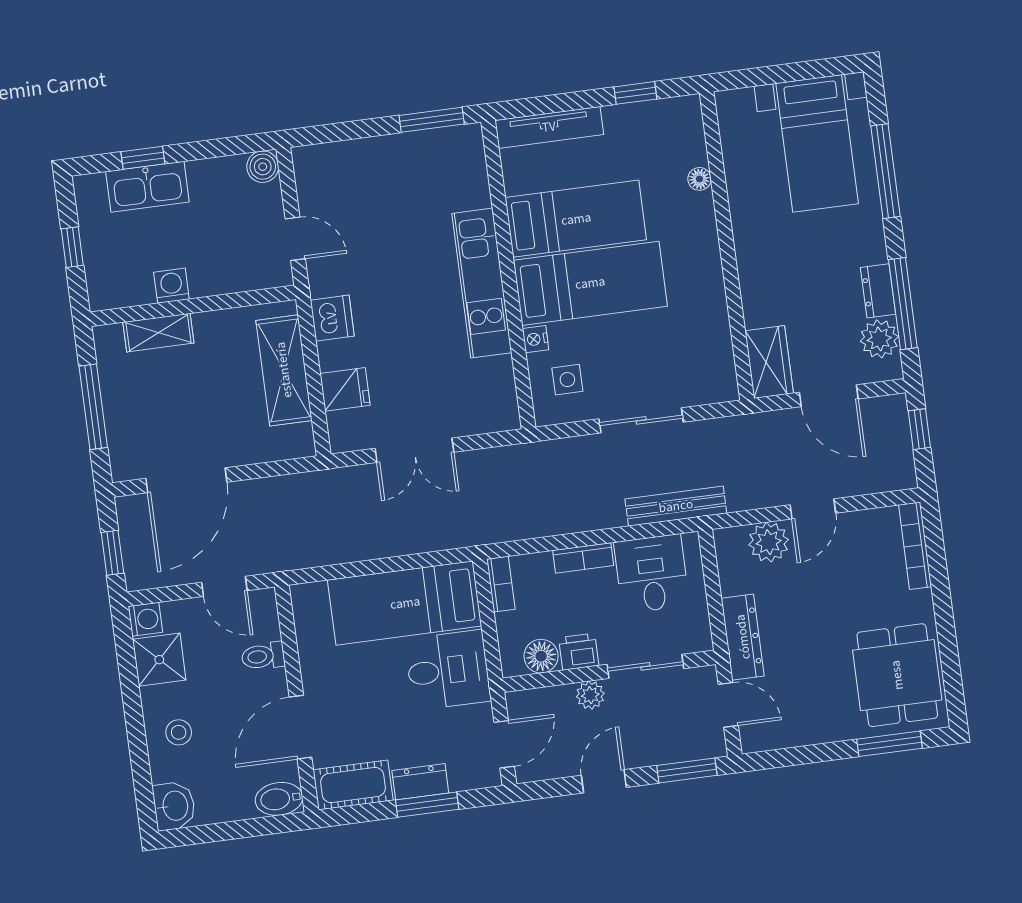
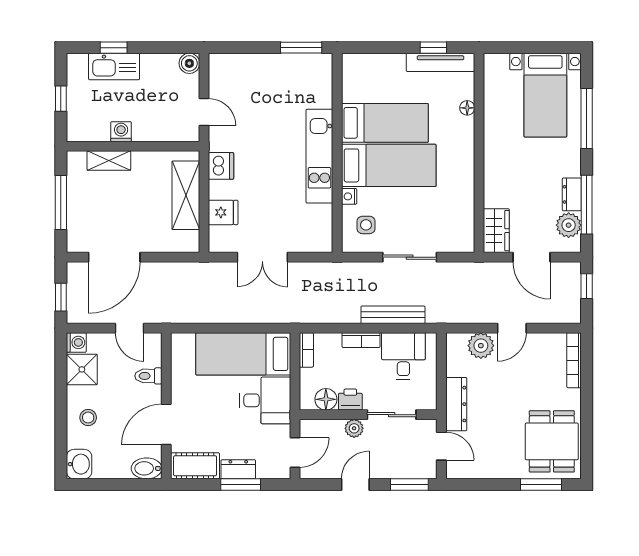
tv unit: (549, 127) -> (440, 62), moved
bench: (676, 506) -> (393, 315), moved

